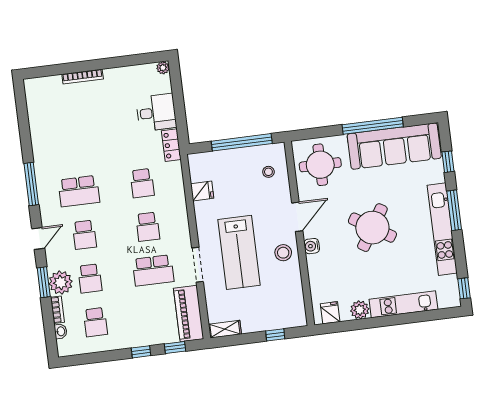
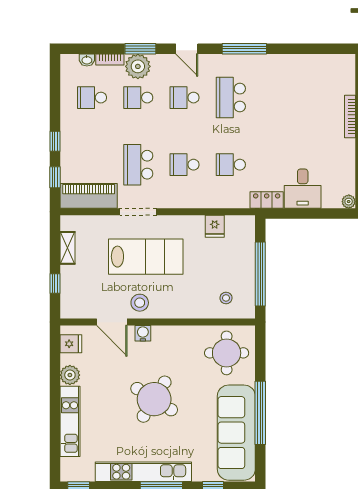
door: (297, 217) -> (112, 322), moved
lab bench: (239, 252) -> (146, 257), turned 180
shelving: (225, 329) -> (67, 248), moved

